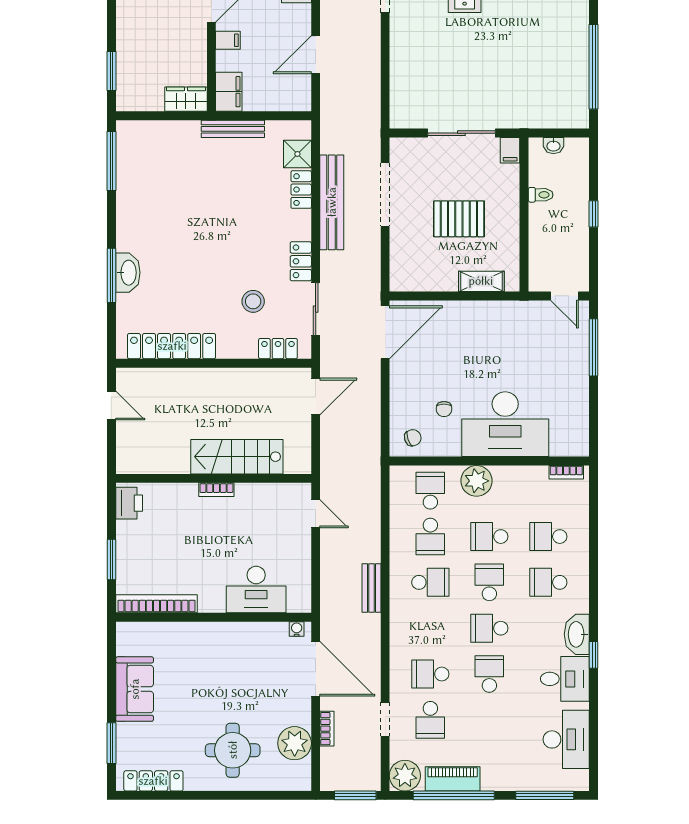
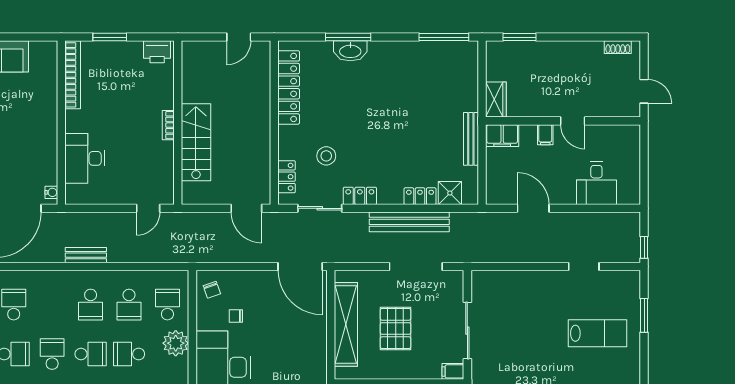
shelving: (481, 281) -> (346, 324), width x2.20, depth x1.33
school desk: (430, 491) -> (167, 305), turned -90
school desk: (430, 537) -> (129, 305), turned -90
school desk: (489, 537) -> (129, 354), turned -90

